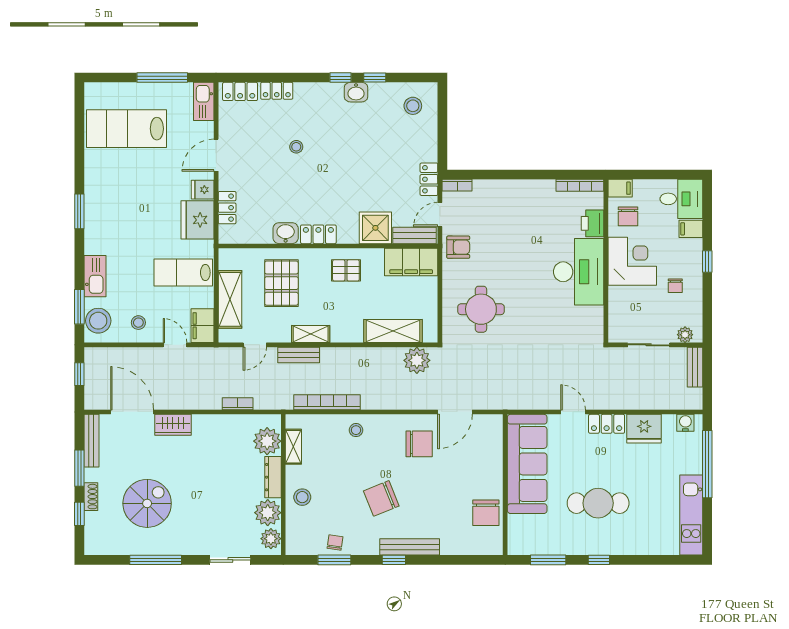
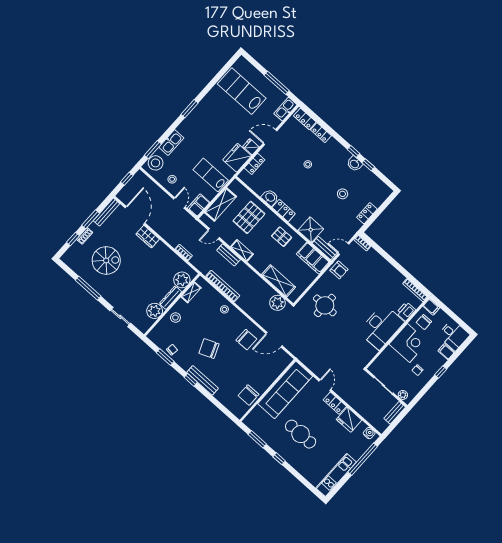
stool: (413, 106) -> (343, 194), moved
locker: (429, 179) -> (367, 213), moved
plant: (271, 539) -> (146, 323), removed

